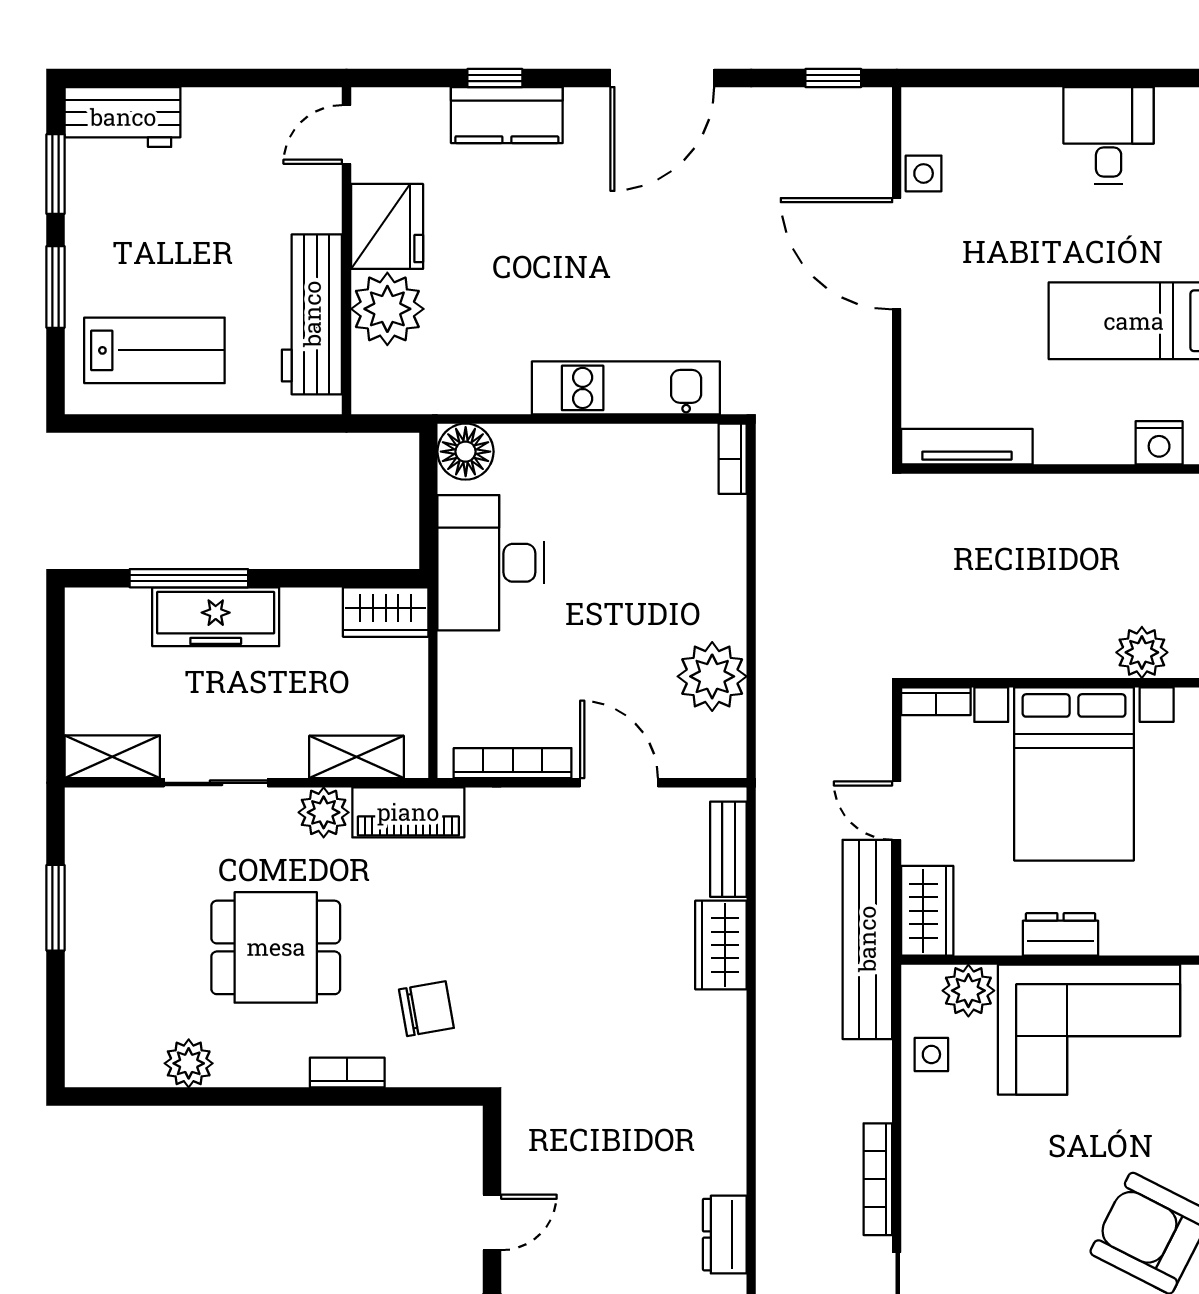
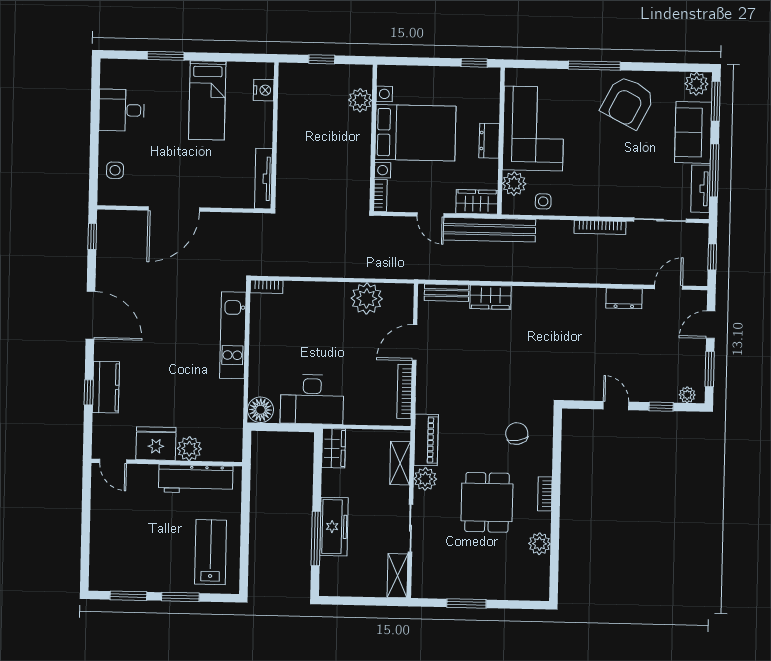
workbench: (123, 117) -> (103, 564), removed
side table: (924, 173) -> (115, 170), moved
plant: (387, 309) -> (189, 449), width x0.73, depth x0.73
door: (897, 811) -> (430, 215), hinge flipped
bookcase: (347, 1072) -> (545, 494), moved

